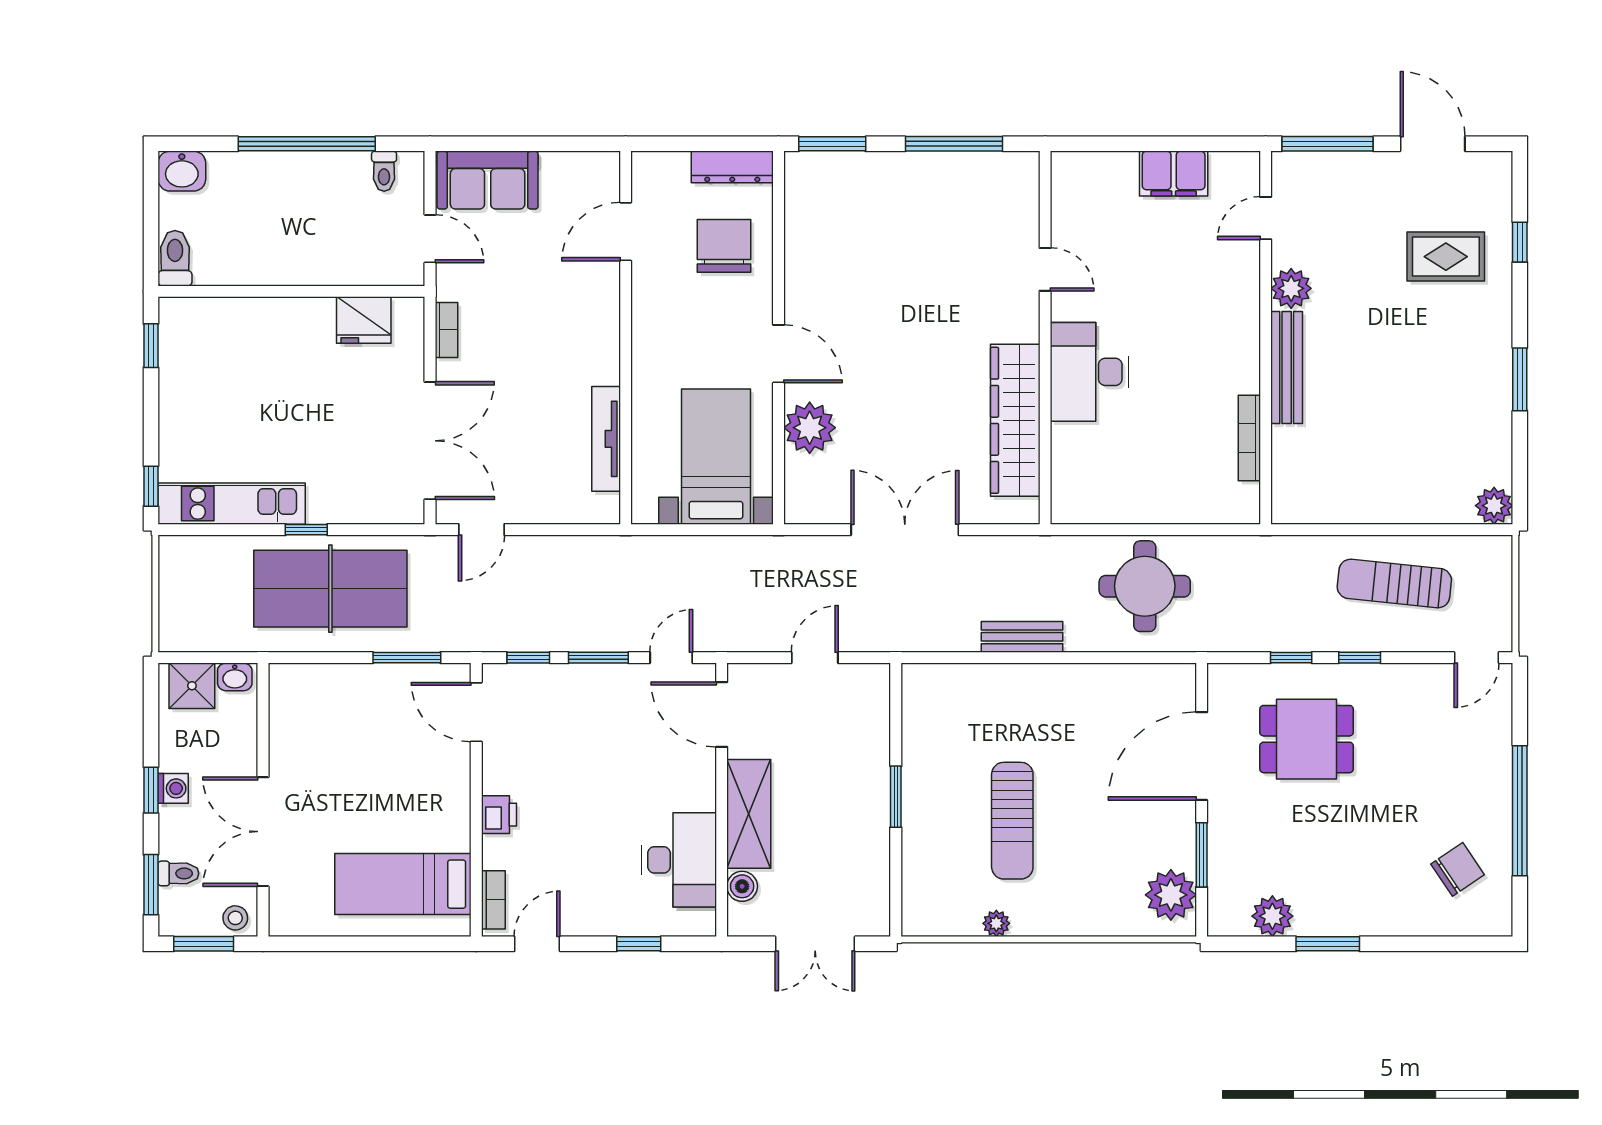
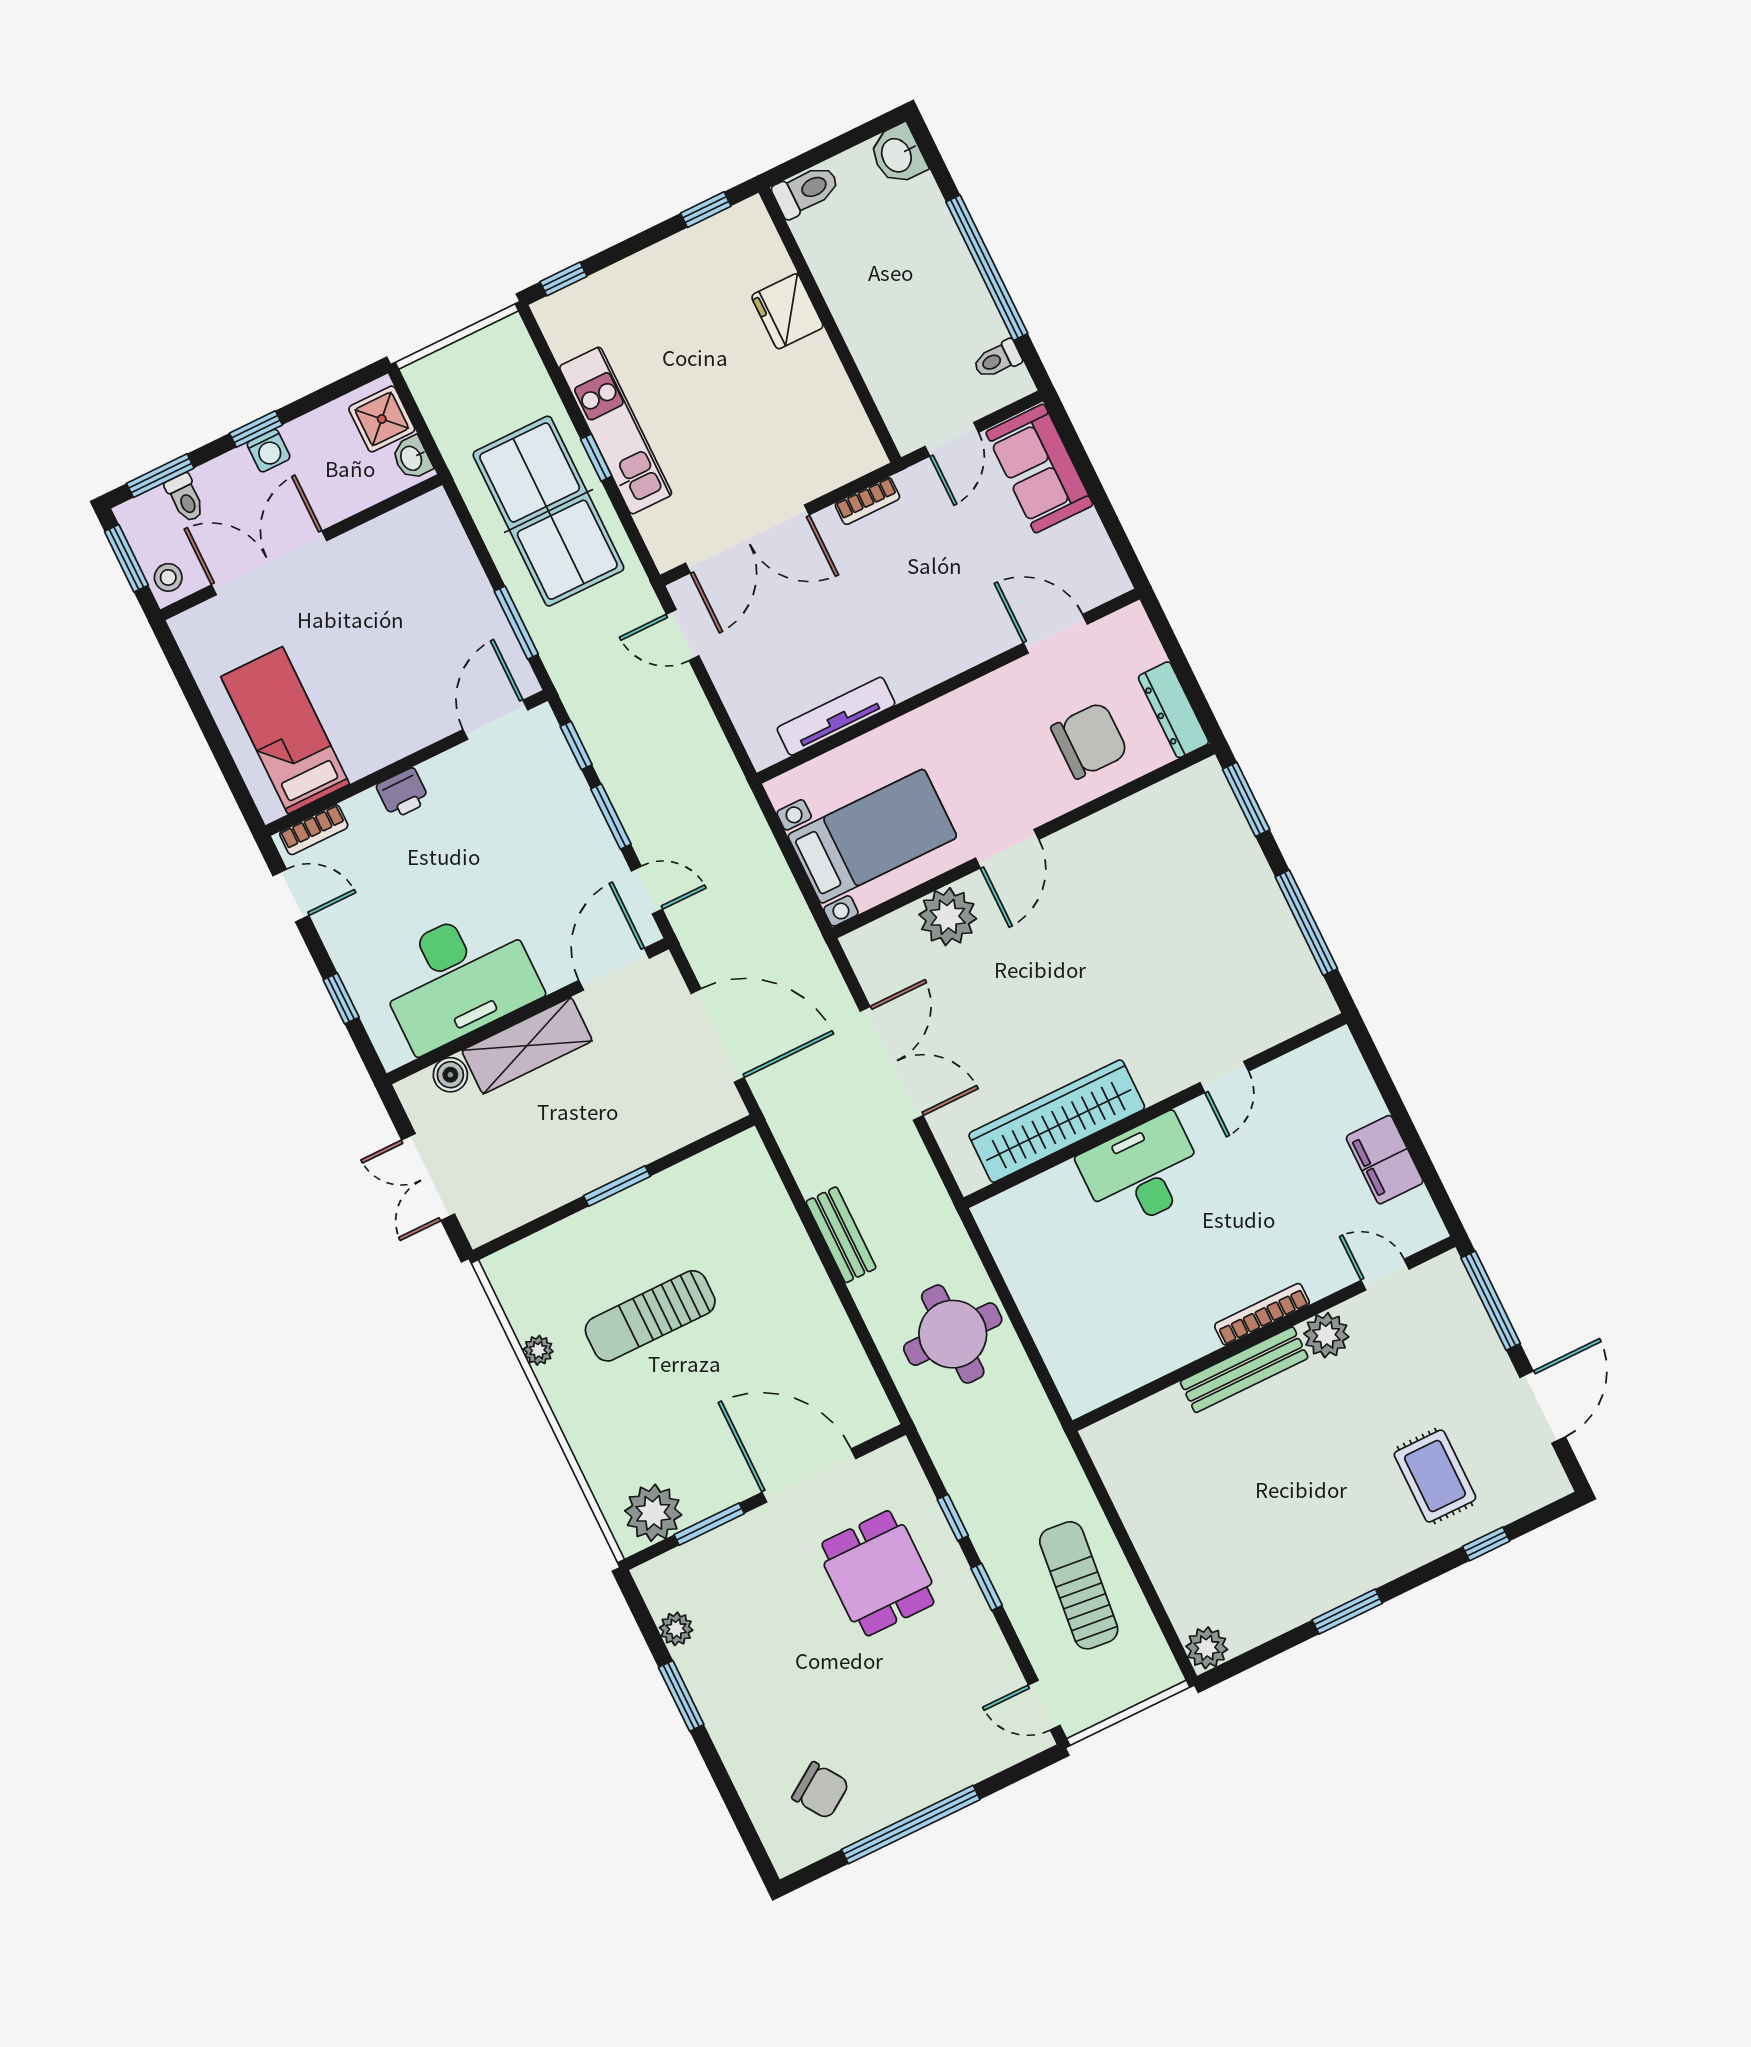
fridge: (364, 320) -> (787, 311), moved
bookcase: (1249, 438) -> (1262, 1314), moved
kitchen unit: (232, 504) -> (616, 430), moved
door: (815, 658) -> (718, 1035), width x1.88
desk: (679, 860) -> (458, 978), width x1.36, depth x1.30
plant: (1272, 916) -> (676, 1629), width x0.73, depth x0.73

